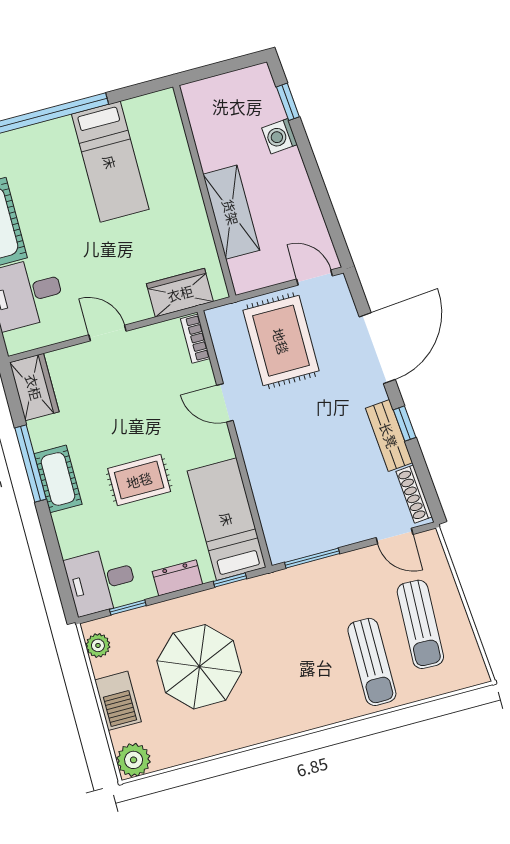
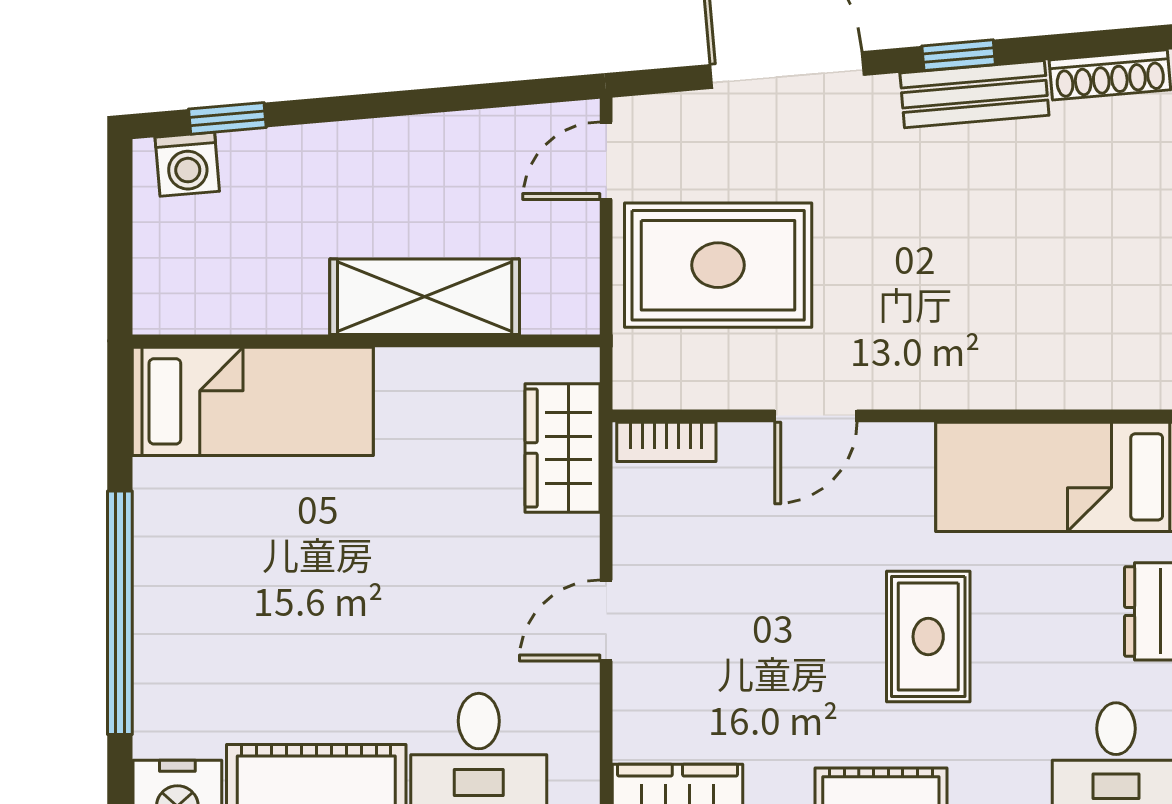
washing machine: (279, 136) -> (187, 164), moved
bed: (110, 162) -> (253, 401), moved

